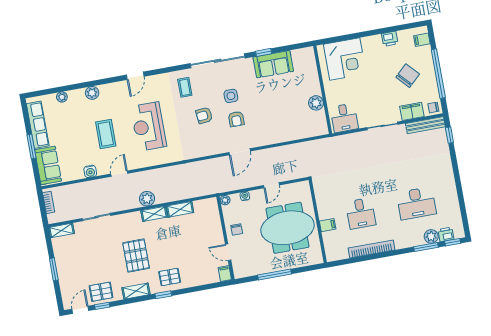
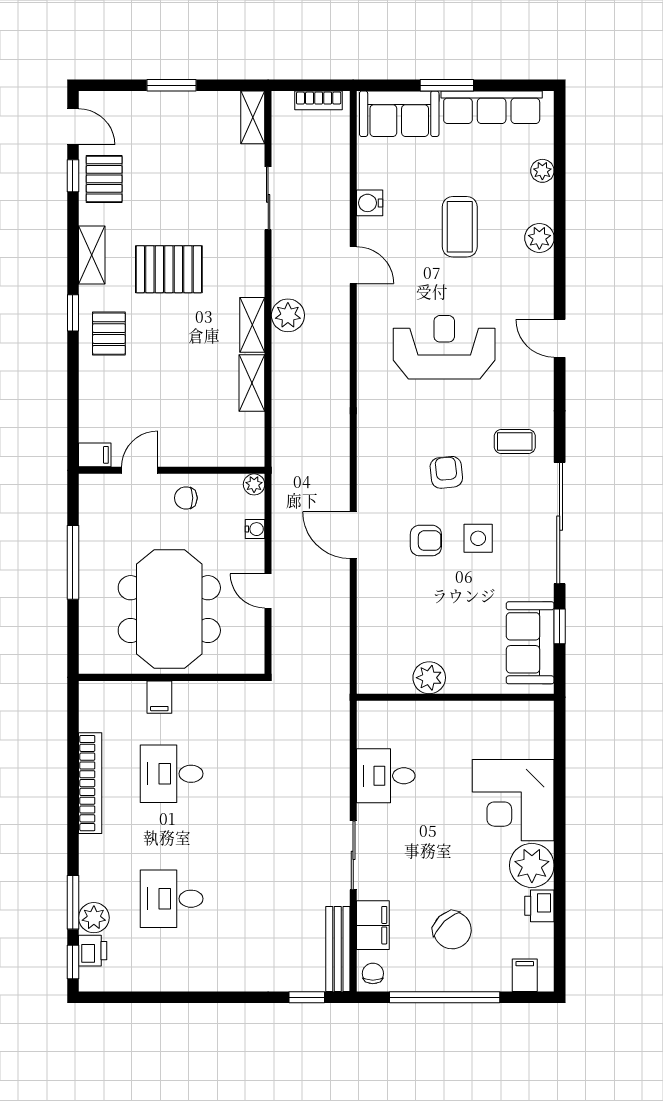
plant: (372, 45) -> (532, 865), added
wall: (323, 90) -> (455, 697), moved
plant: (316, 103) -> (429, 678), moved
armchair: (236, 119) -> (426, 541), turned 180
coffee table: (106, 134) -> (460, 227), moved, turned 90
desk: (416, 203) -> (172, 899), width x0.73

